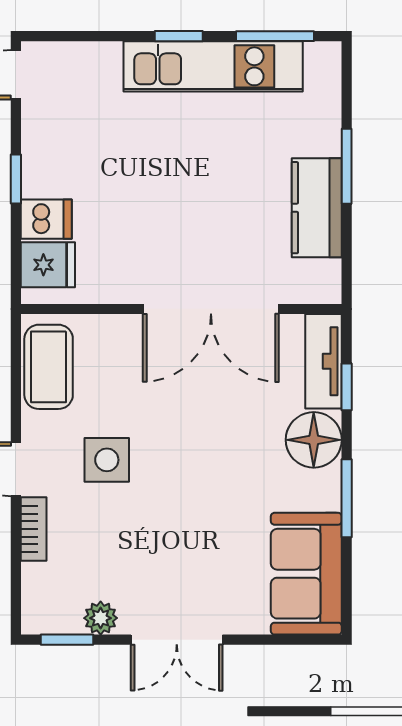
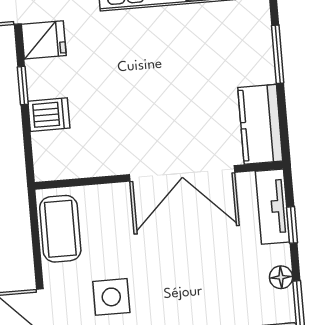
kitchen counter: (317, 208) -> (260, 124), moved
fridge: (48, 265) -> (44, 40), moved
floor lamp: (314, 440) -> (281, 277), width x0.53, depth x0.53

